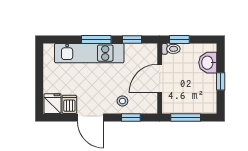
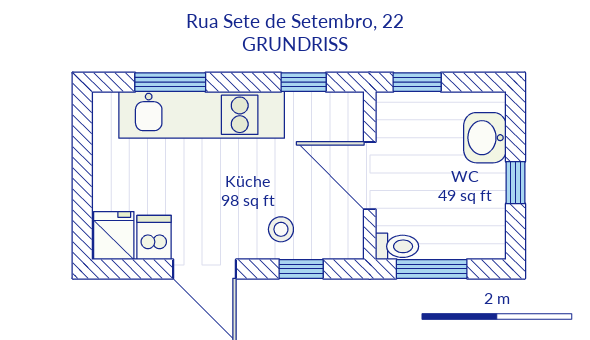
window: (96, 39) -> (170, 82), moved
toilet: (171, 49) -> (397, 246), moved
door: (160, 79) -> (370, 176), hinge flipped

